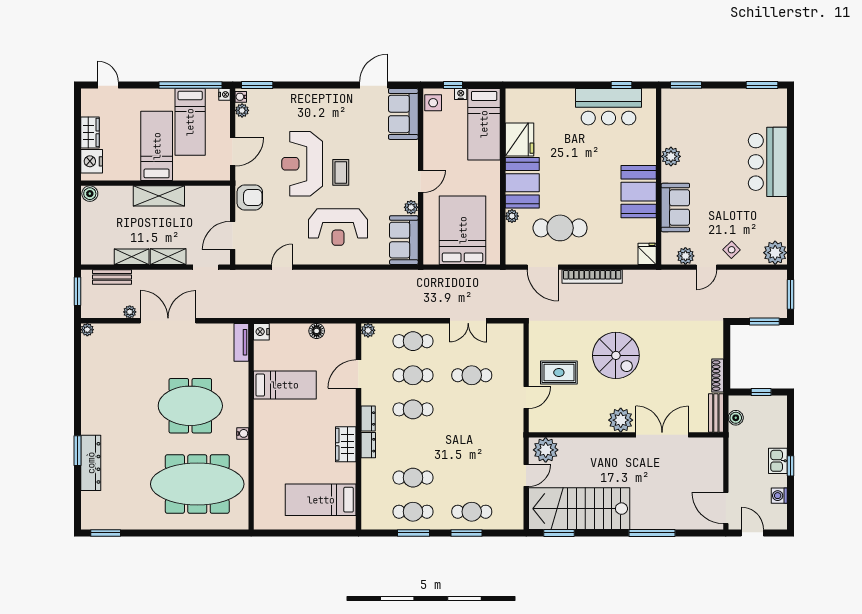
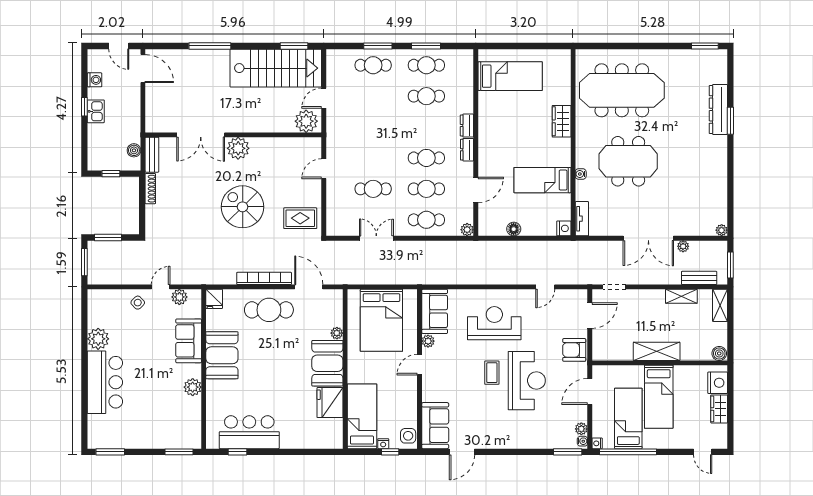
cafe table: (560, 228) -> (269, 310), moved
plant: (775, 253) -> (98, 339), moved
shelving: (168, 257) -> (720, 305), moved, turned 90
rug: (559, 372) -> (300, 218), moved
water cooler: (243, 433) -> (581, 174), moved
wardrobe: (346, 444) -> (562, 121), moved, turned 180

